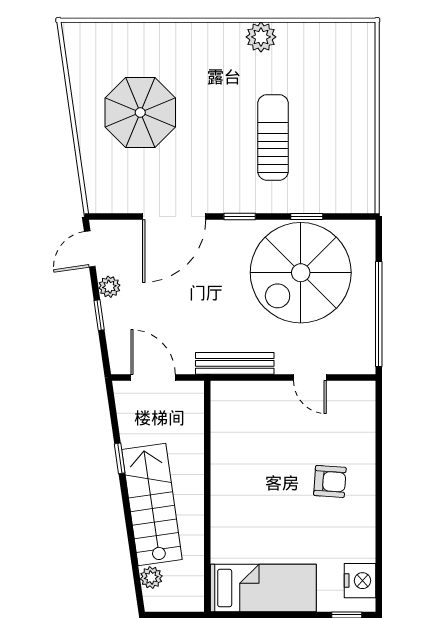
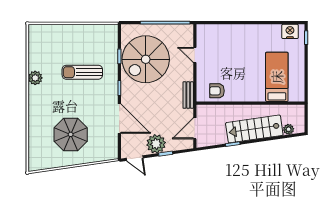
spiral stairs: (301, 273) -> (146, 59), turned 90
plant: (109, 287) -> (156, 144), width x1.87, depth x1.87
bench: (235, 363) -> (188, 95), width x0.73
door: (310, 378) -> (195, 55), swing flipped
armchair: (330, 481) -> (217, 91), moved, turned -94
bed: (263, 588) -> (277, 77), moved

